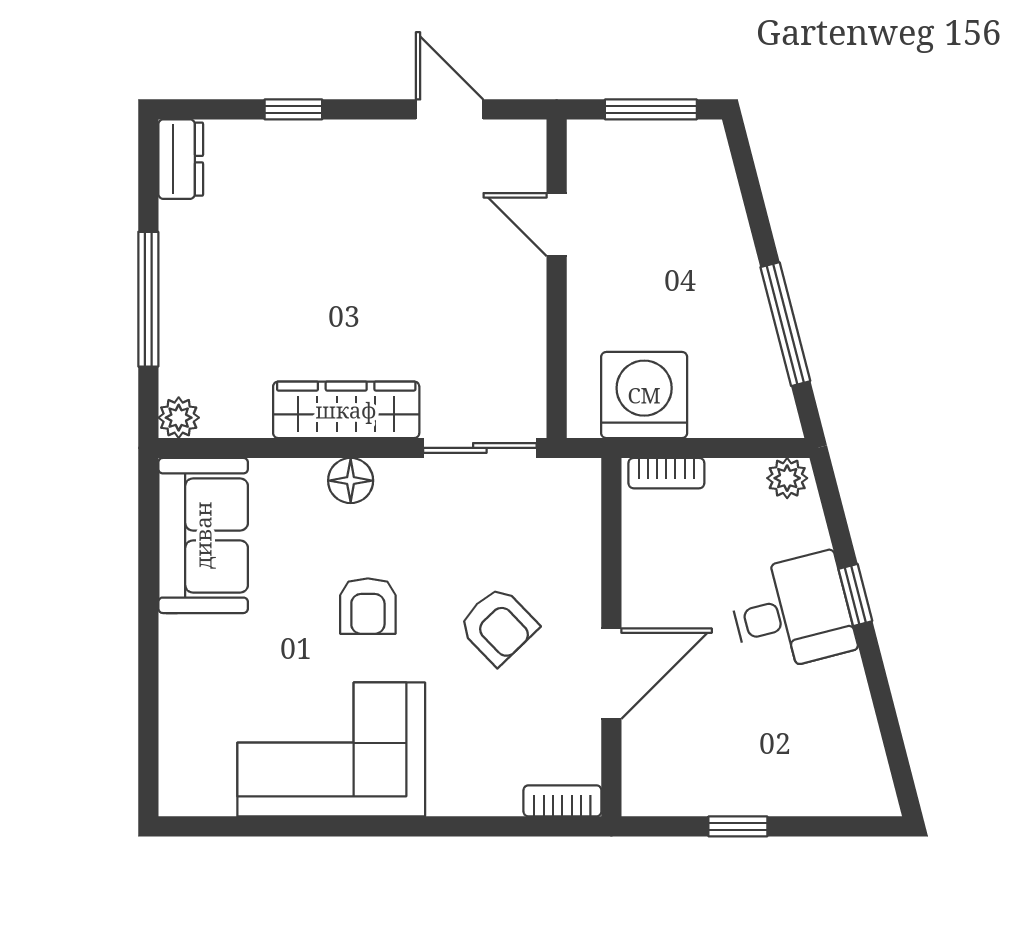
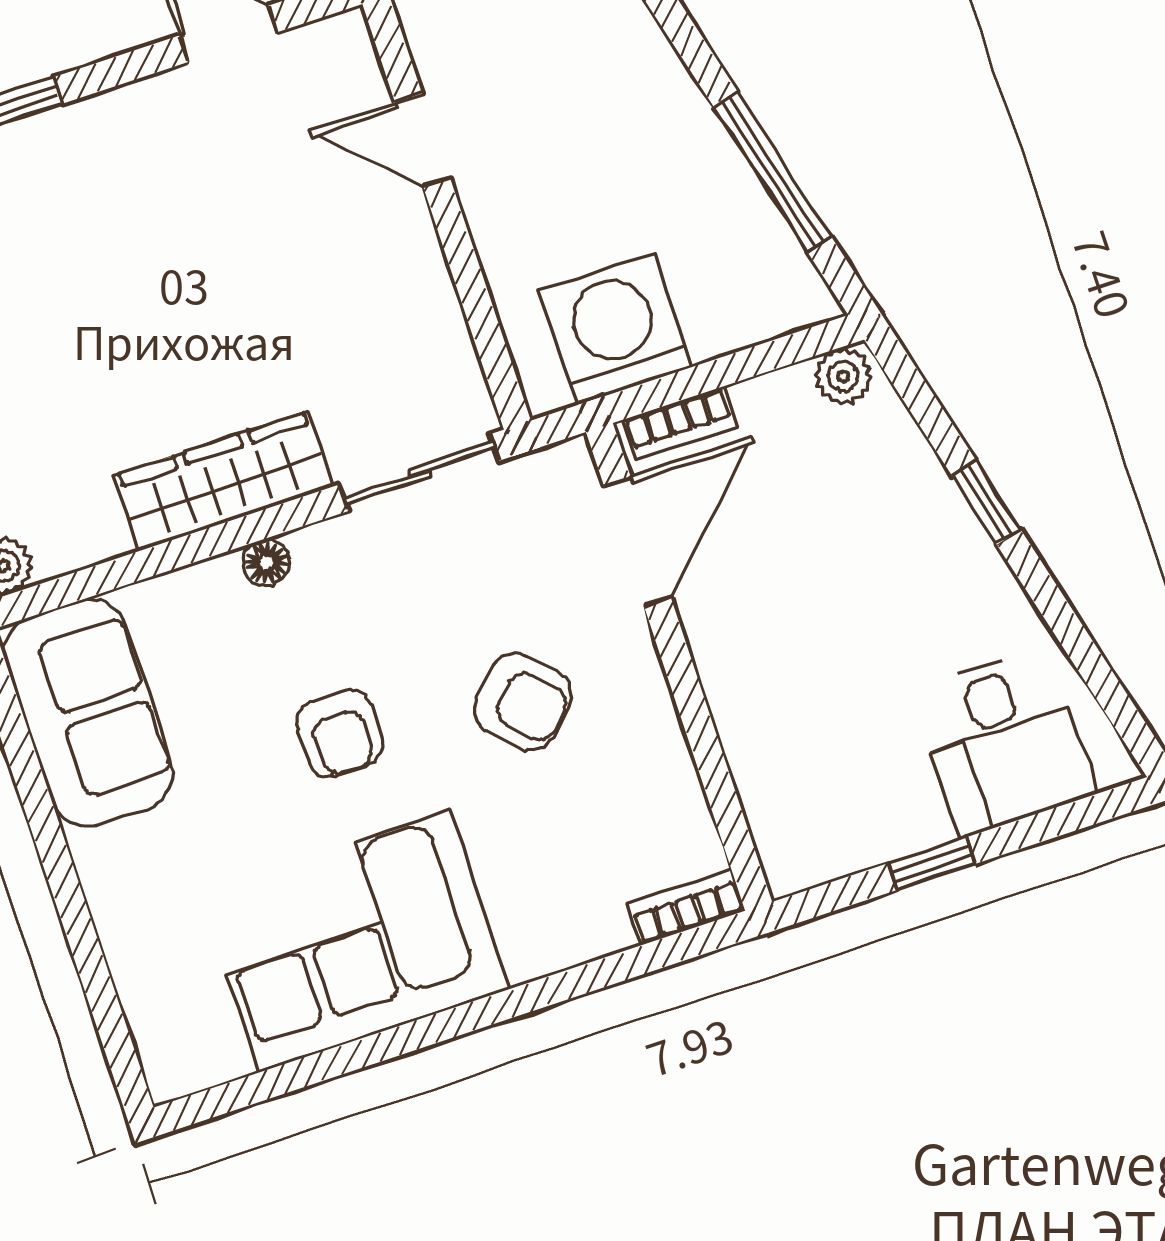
floor lamp: (351, 481) -> (267, 563), width x0.73, depth x0.73
desk: (792, 613) -> (1004, 742), moved, turned 104
door: (611, 674) -> (637, 542), moved

